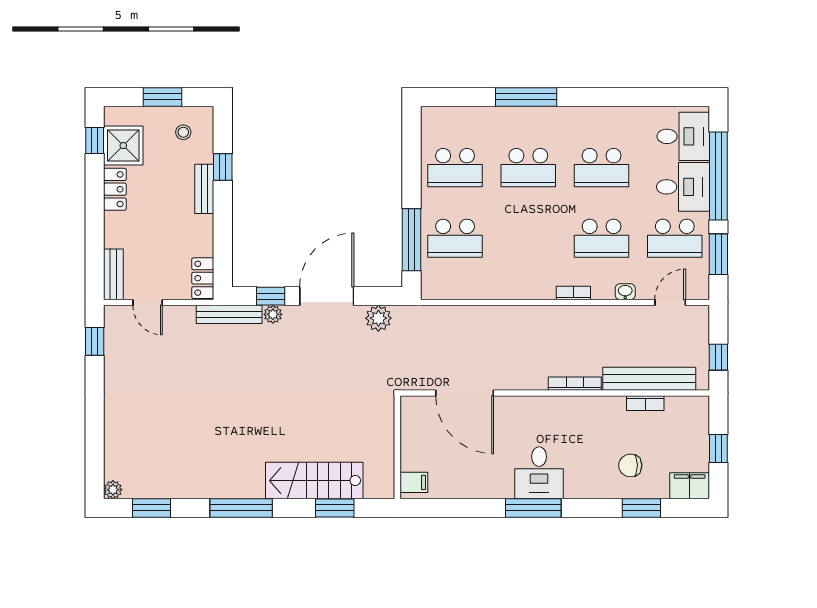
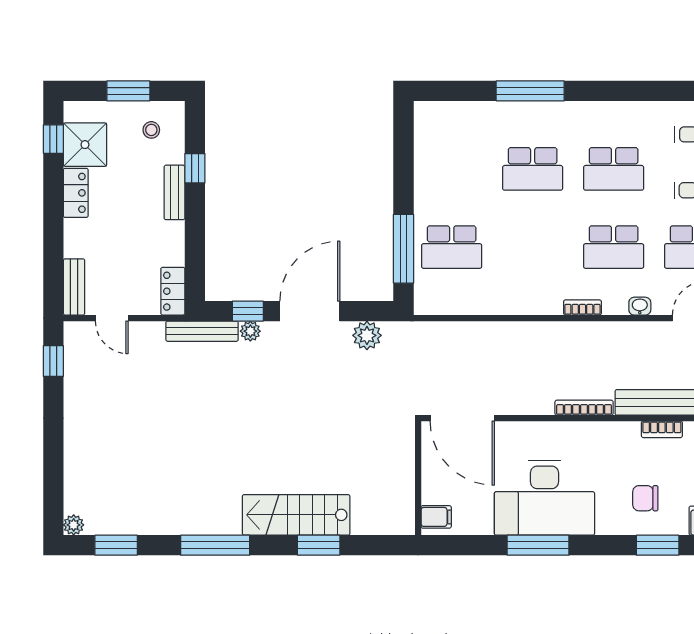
school desk: (455, 168) -> (452, 169), removed
wall: (397, 447) -> (418, 478), moved
desk: (539, 473) -> (544, 498), width x1.87, depth x1.30
filing cabinet: (414, 482) -> (436, 517), moved

